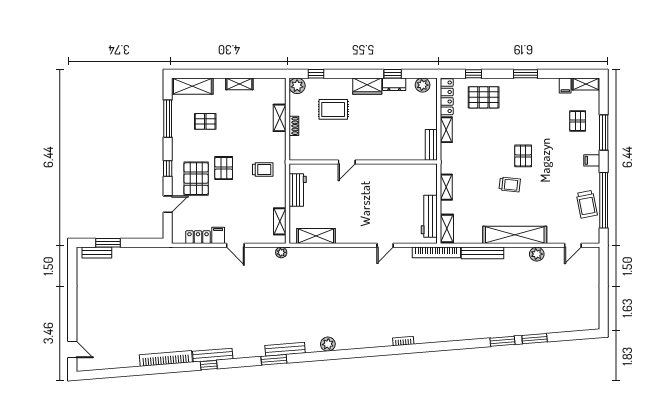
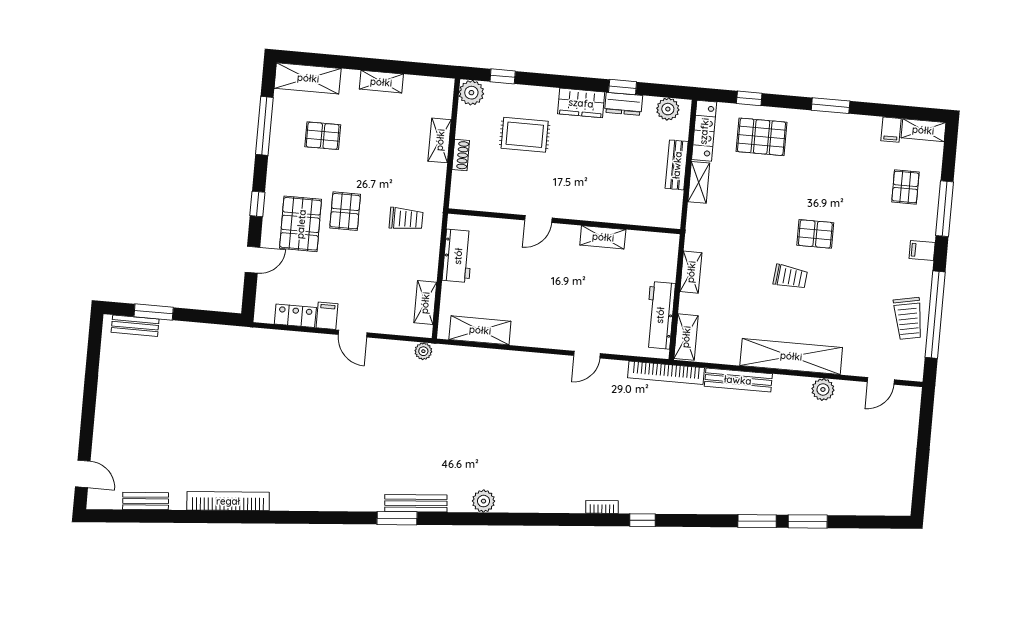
bench: (431, 145) -> (677, 165), moved
pallet: (523, 156) -> (815, 234), turned 90
shelving: (389, 170) -> (603, 237), added
bench: (213, 355) -> (146, 501), moved, width x0.73
window: (209, 365) -> (642, 520), moved

